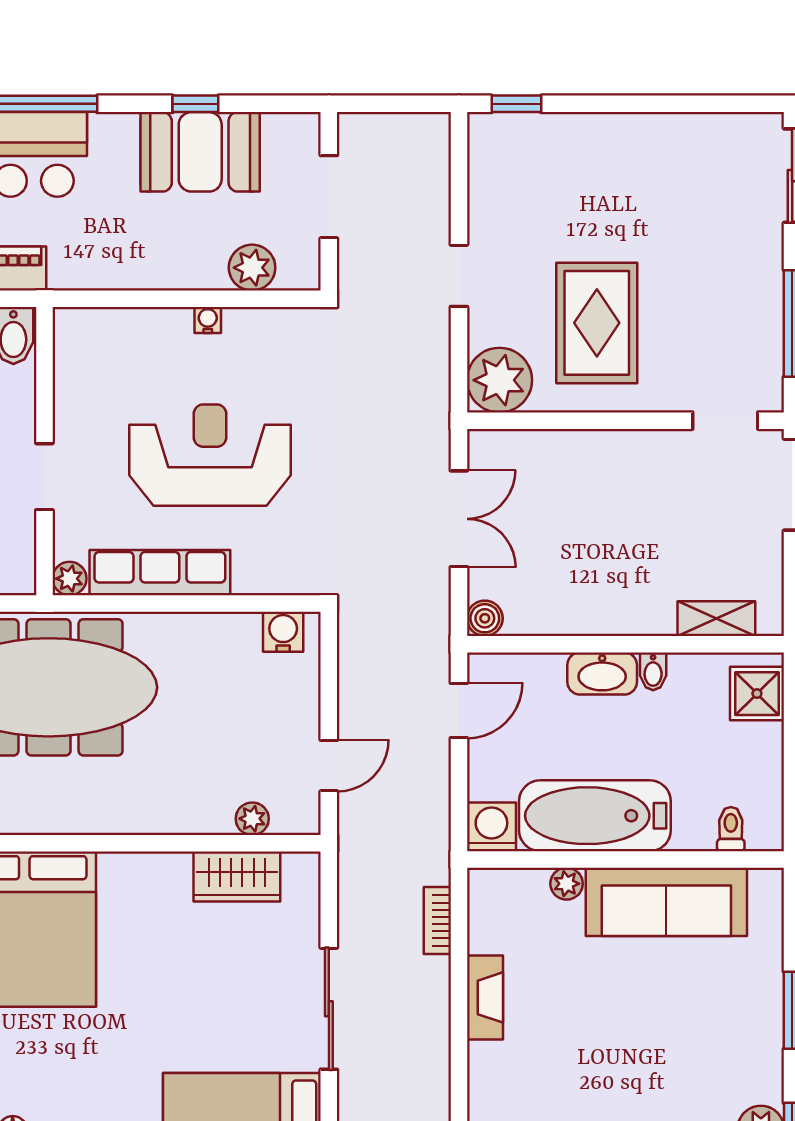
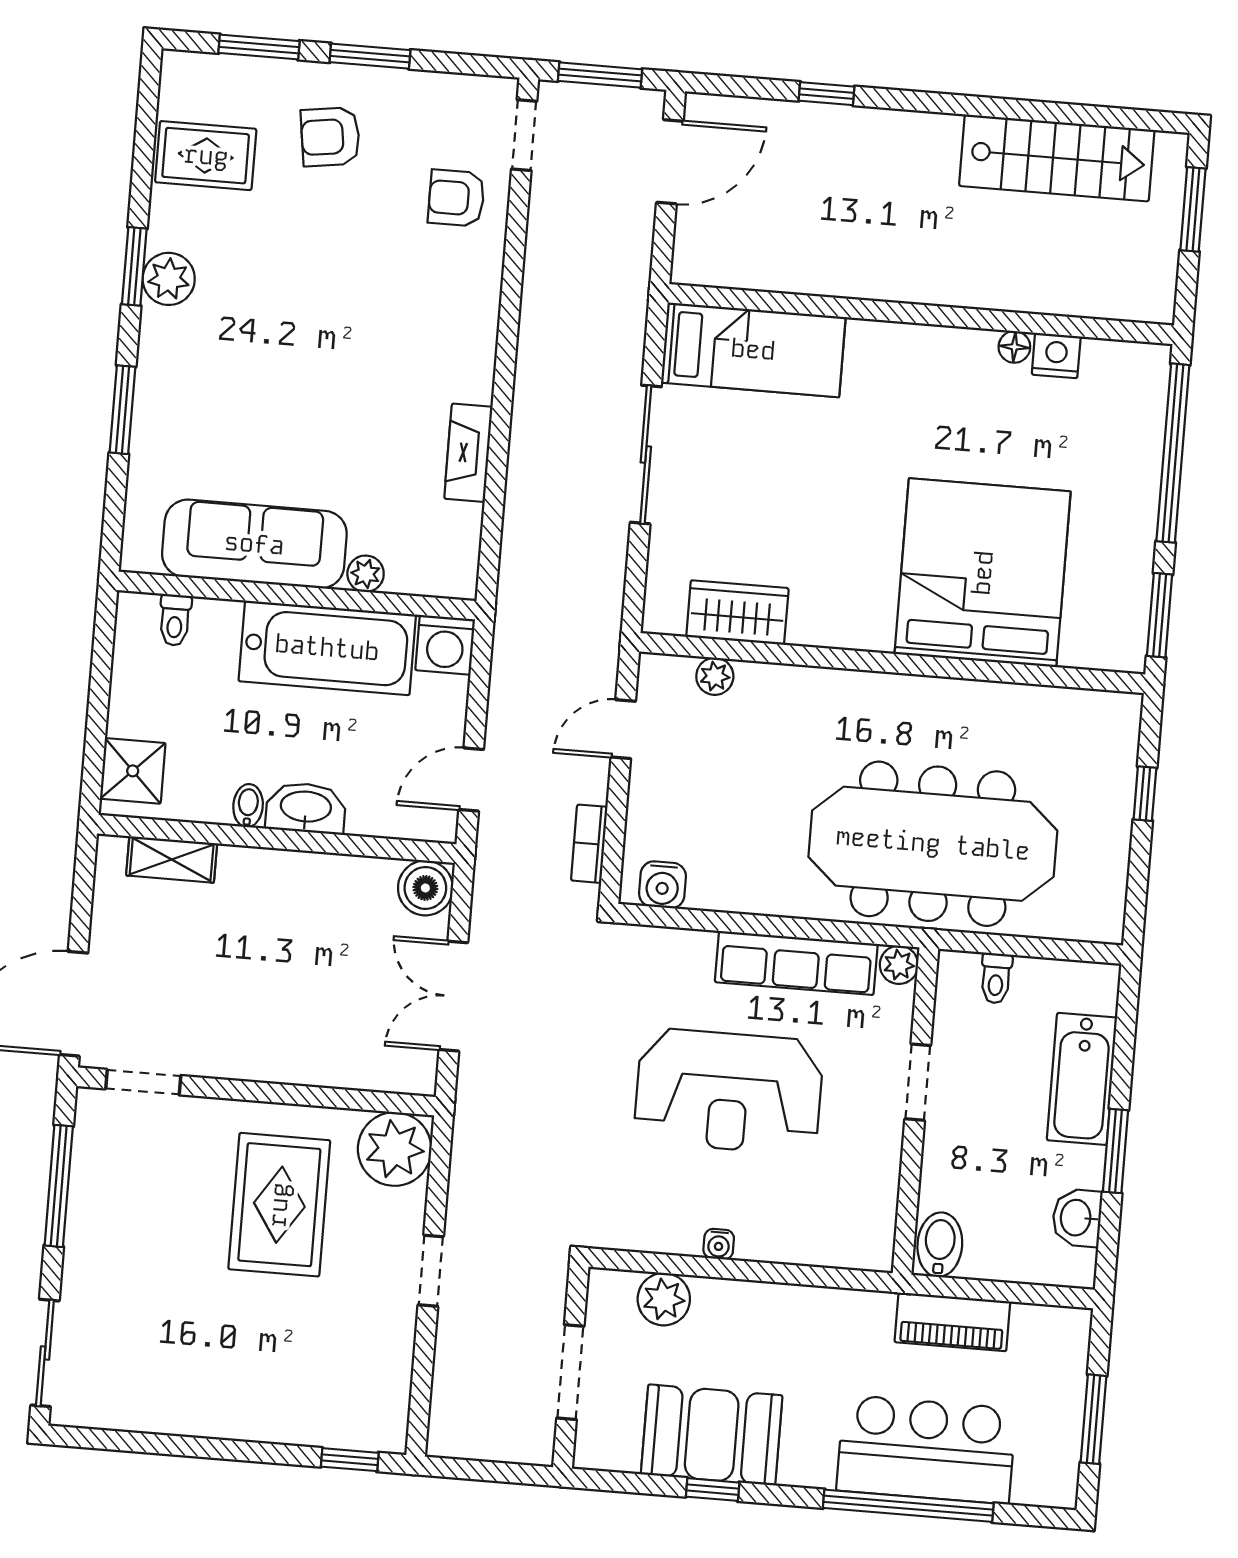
boiler: (485, 618) -> (425, 888), width x1.36, depth x1.36
bookcase: (437, 920) -> (589, 844), moved, turned 180

